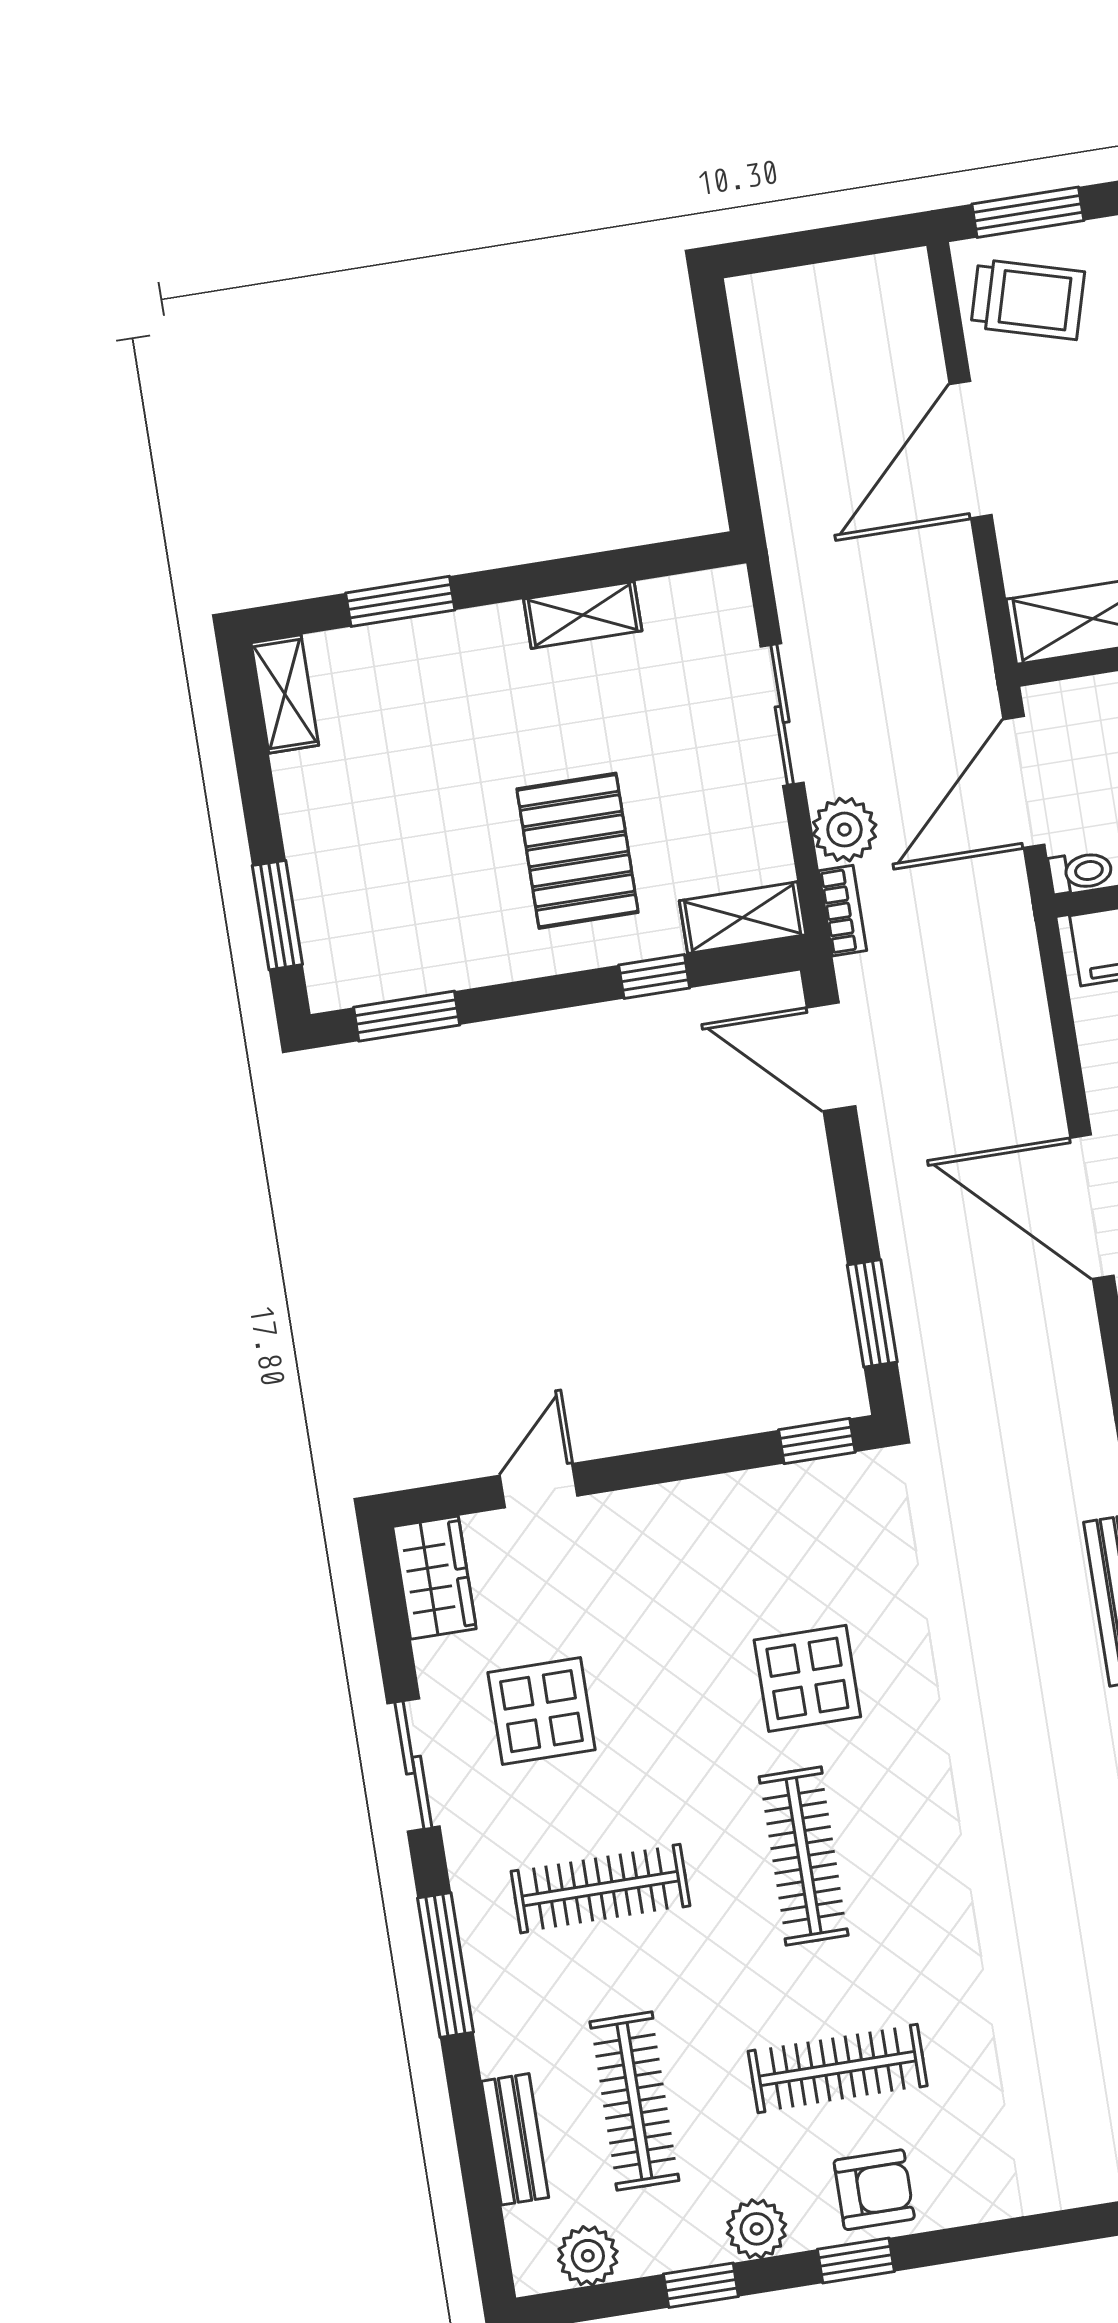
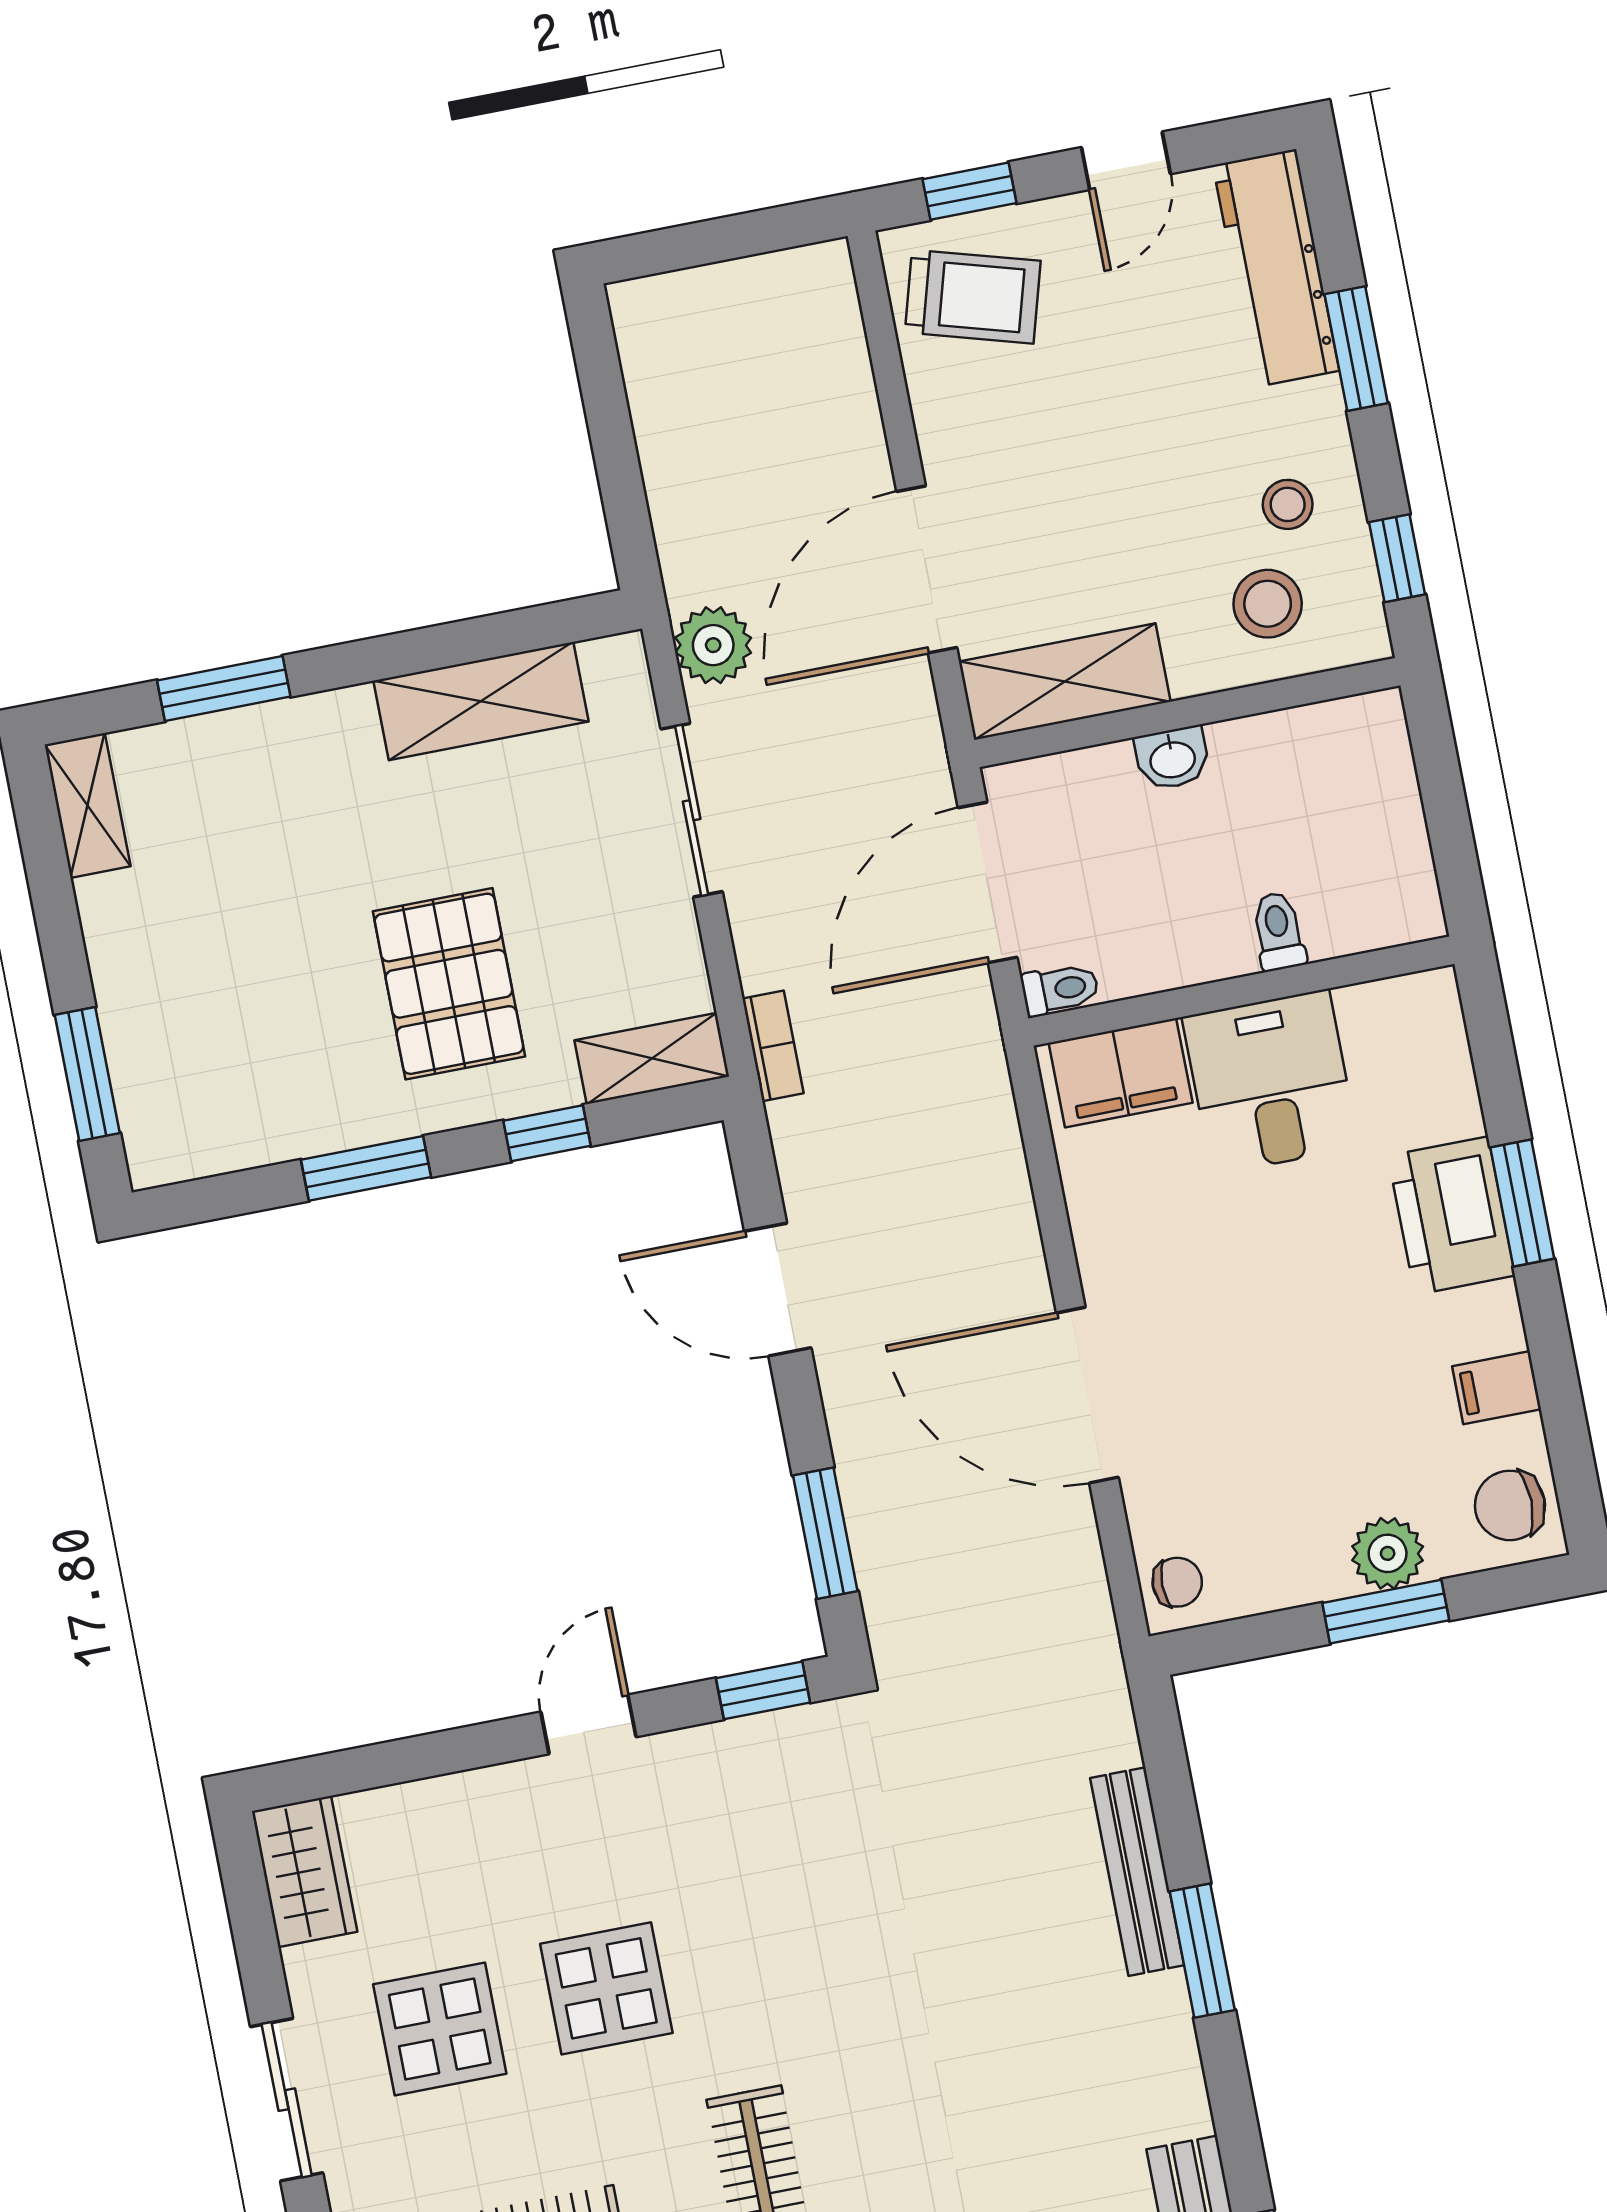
window: (1028, 212) -> (969, 191), width x0.67
door: (971, 450) -> (927, 570), moved
shelving: (583, 615) -> (481, 701), width x1.50, depth x1.33
plant: (844, 830) -> (713, 645), moved
window: (407, 1016) -> (366, 1168), moved
door: (831, 1057) -> (778, 1290), moved
door: (539, 1486) -> (589, 1724), moved
display table: (807, 1678) -> (606, 1988), moved

